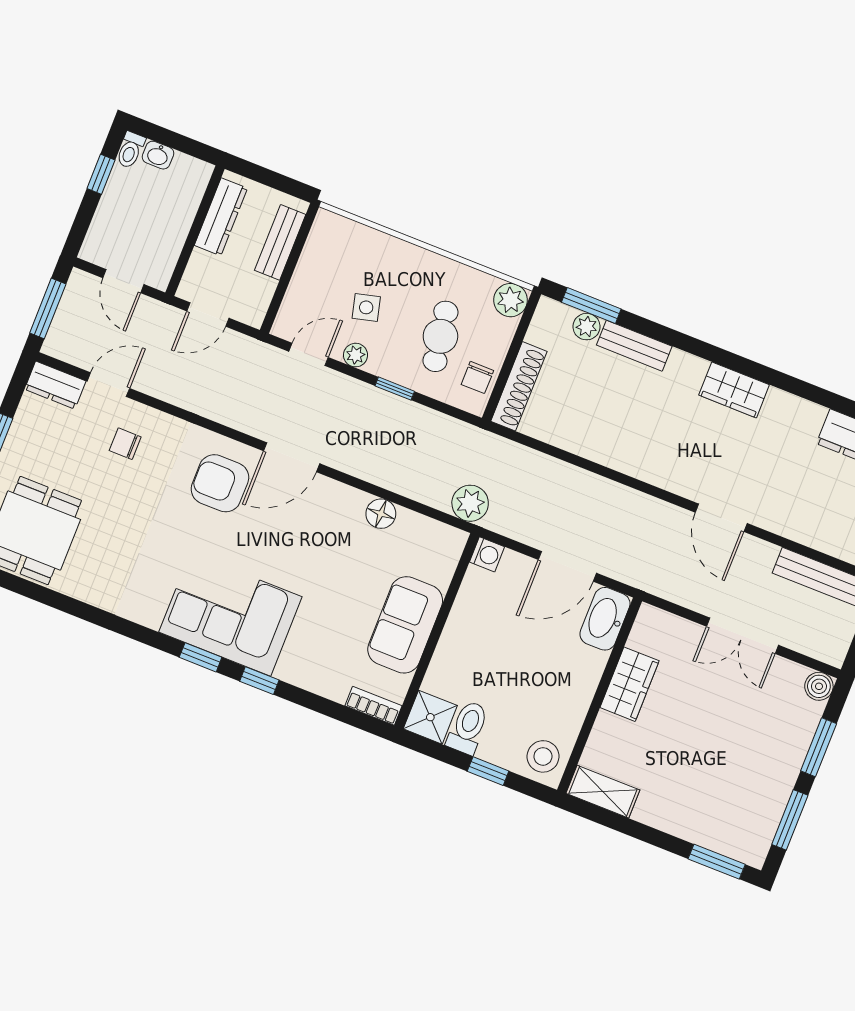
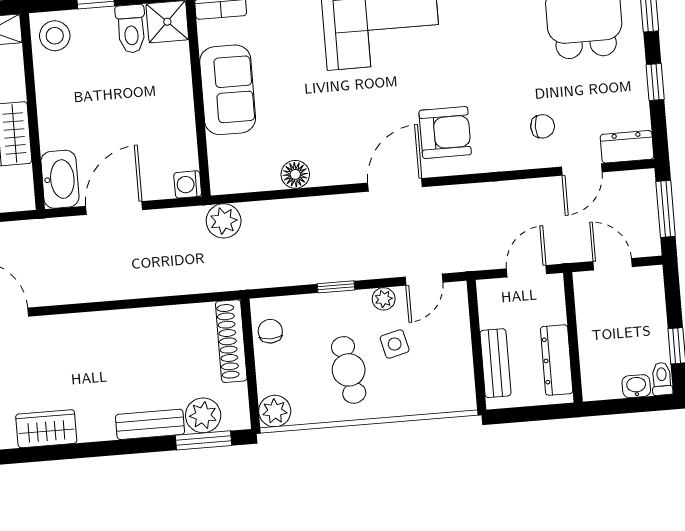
plant: (587, 327) -> (203, 415), width x1.38, depth x1.38
cafe table: (440, 336) -> (349, 370), moved

